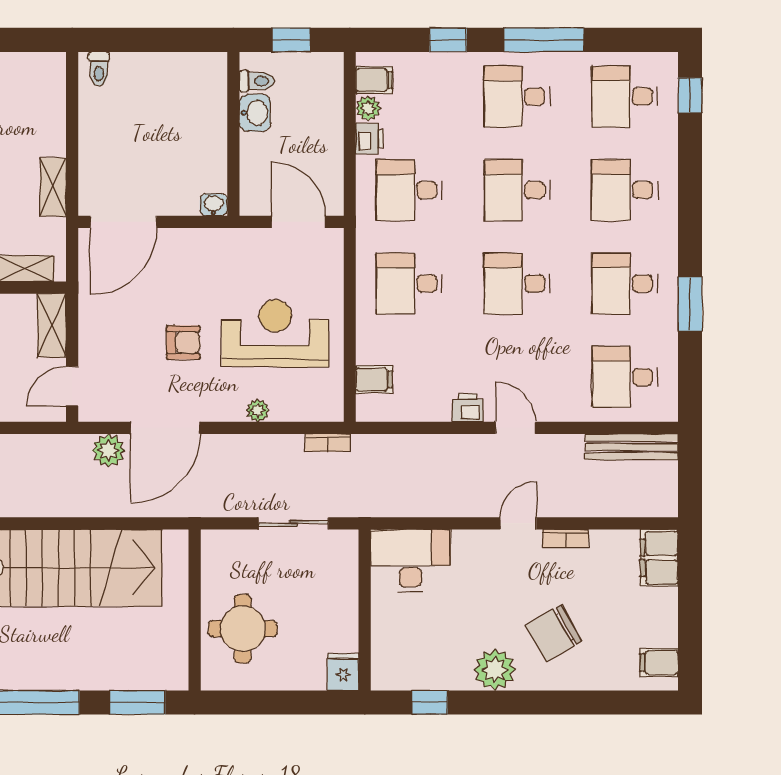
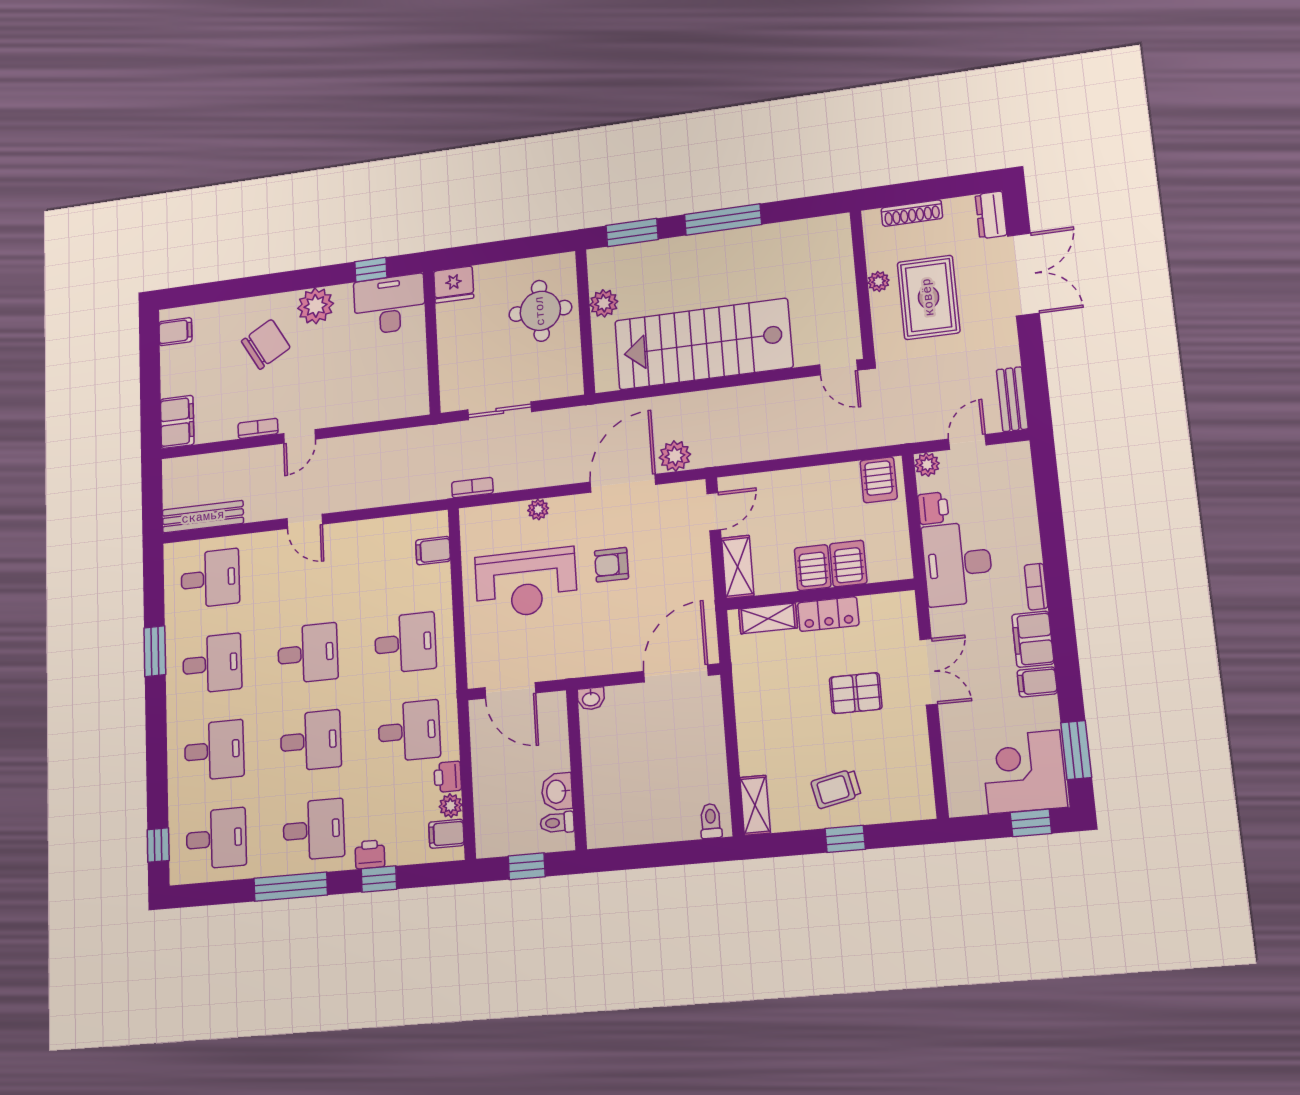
shelving: (53, 187) -> (755, 805), moved
printer: (468, 408) -> (370, 854), moved, turned 180
desk: (410, 561) -> (389, 305), moved, turned 180
plant: (173, 627) -> (604, 303), added
fridge: (343, 672) -> (454, 285), width x1.38

